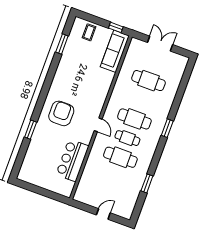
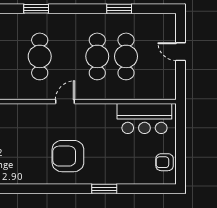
cafe table: (127, 138) -> (126, 56), moved, width x1.37, depth x1.35
bar counter: (72, 160) -> (144, 119), moved
armchair: (34, 176) -> (165, 162), added

